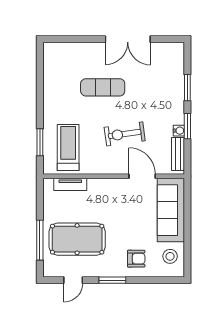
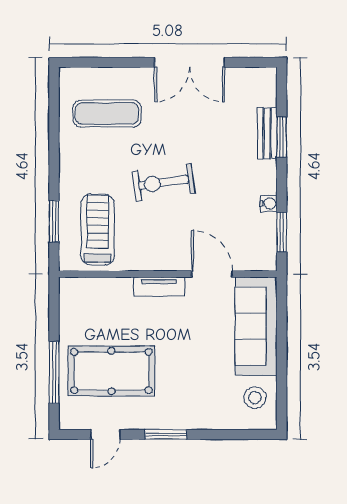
exercise mat: (103, 87) -> (107, 113), moved
window: (187, 126) -> (282, 232), moved
exercise bike: (125, 134) -> (164, 182), moved
bench: (178, 154) -> (267, 133), moved
tv unit: (70, 184) -> (159, 286), moved
armchair: (136, 259) -> (203, 401), removed

